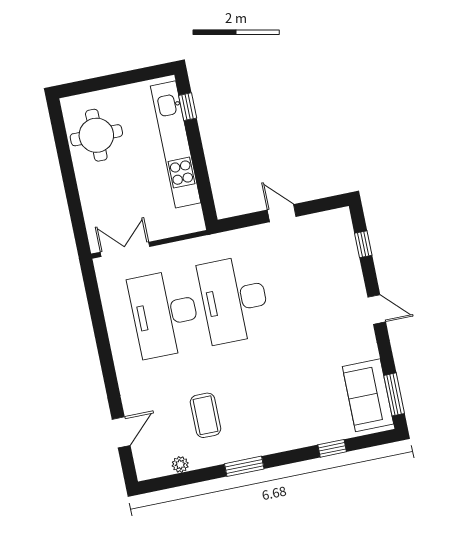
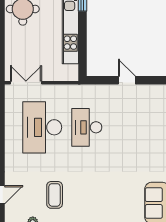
desk: (234, 299) -> (87, 127), width x0.73, depth x0.77

